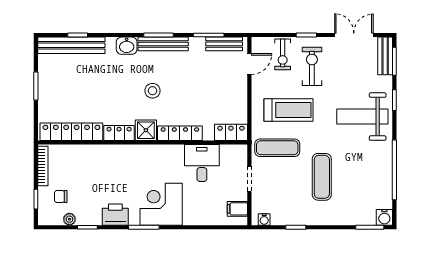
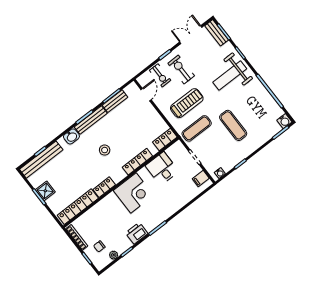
bench: (224, 44) -> (115, 101), moved
shower: (146, 130) -> (45, 191), moved
corner desk: (161, 204) -> (133, 193), moved, turned 180

